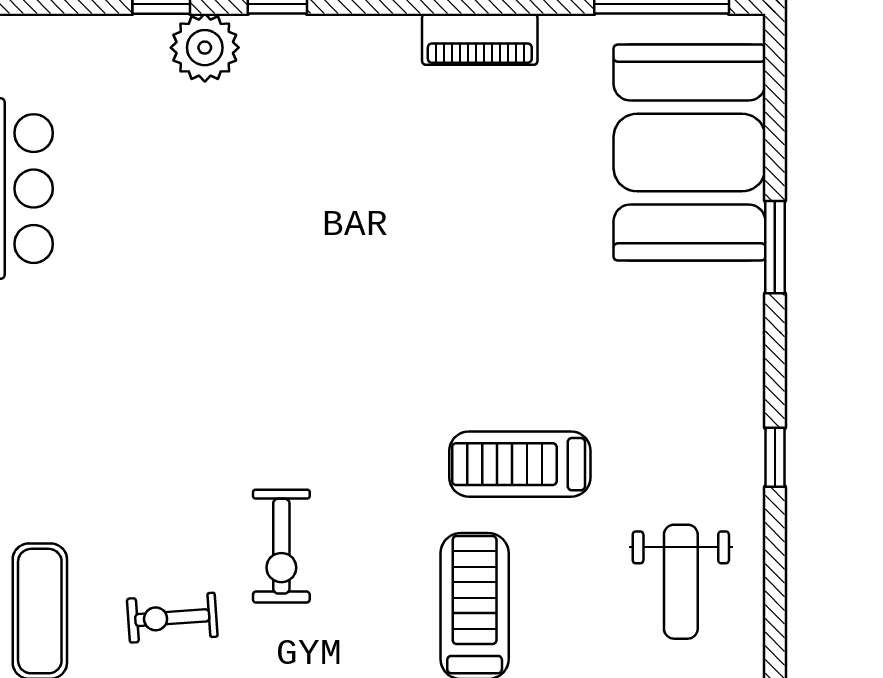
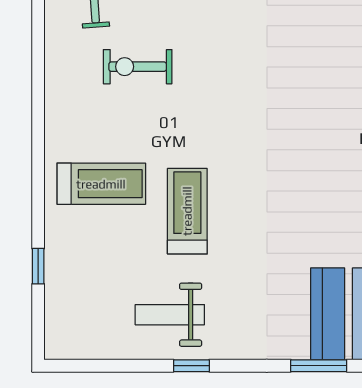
weight bench: (681, 582) -> (170, 315), moved

